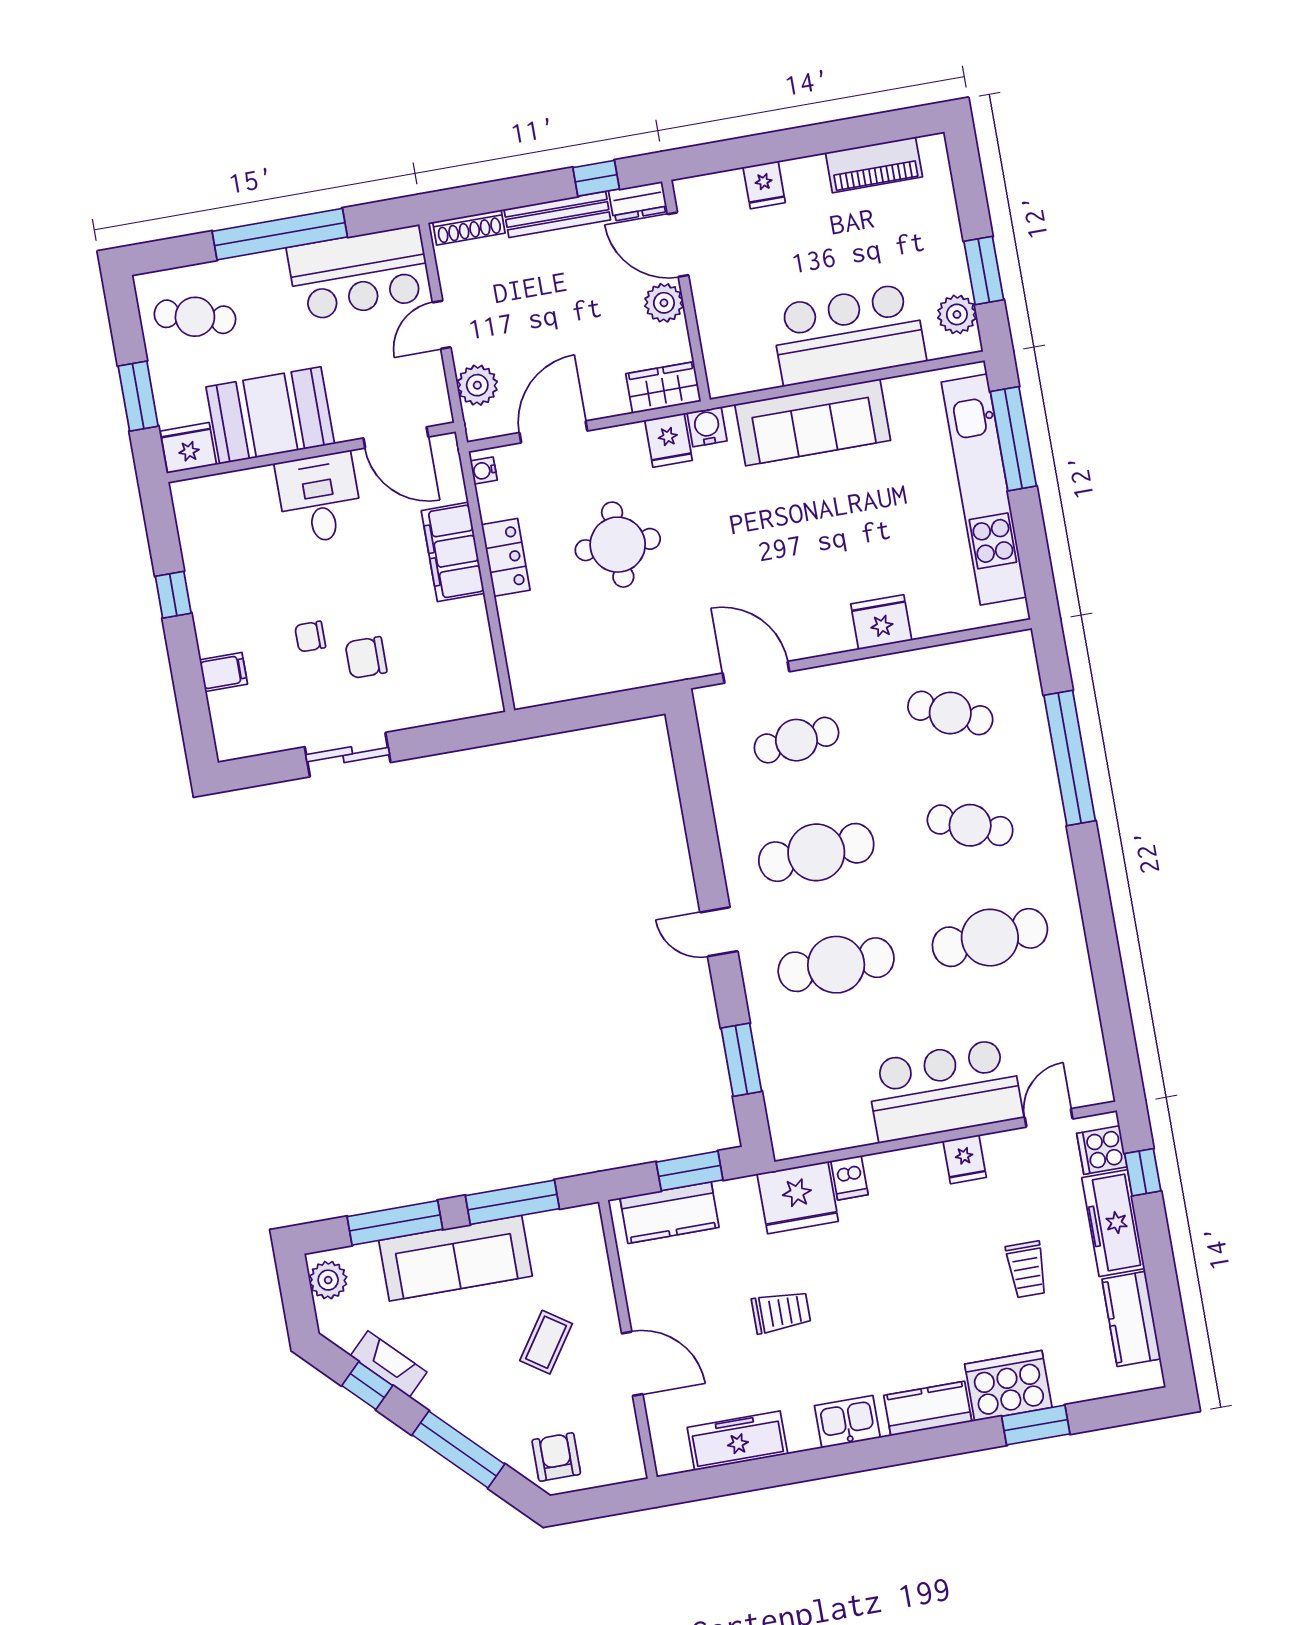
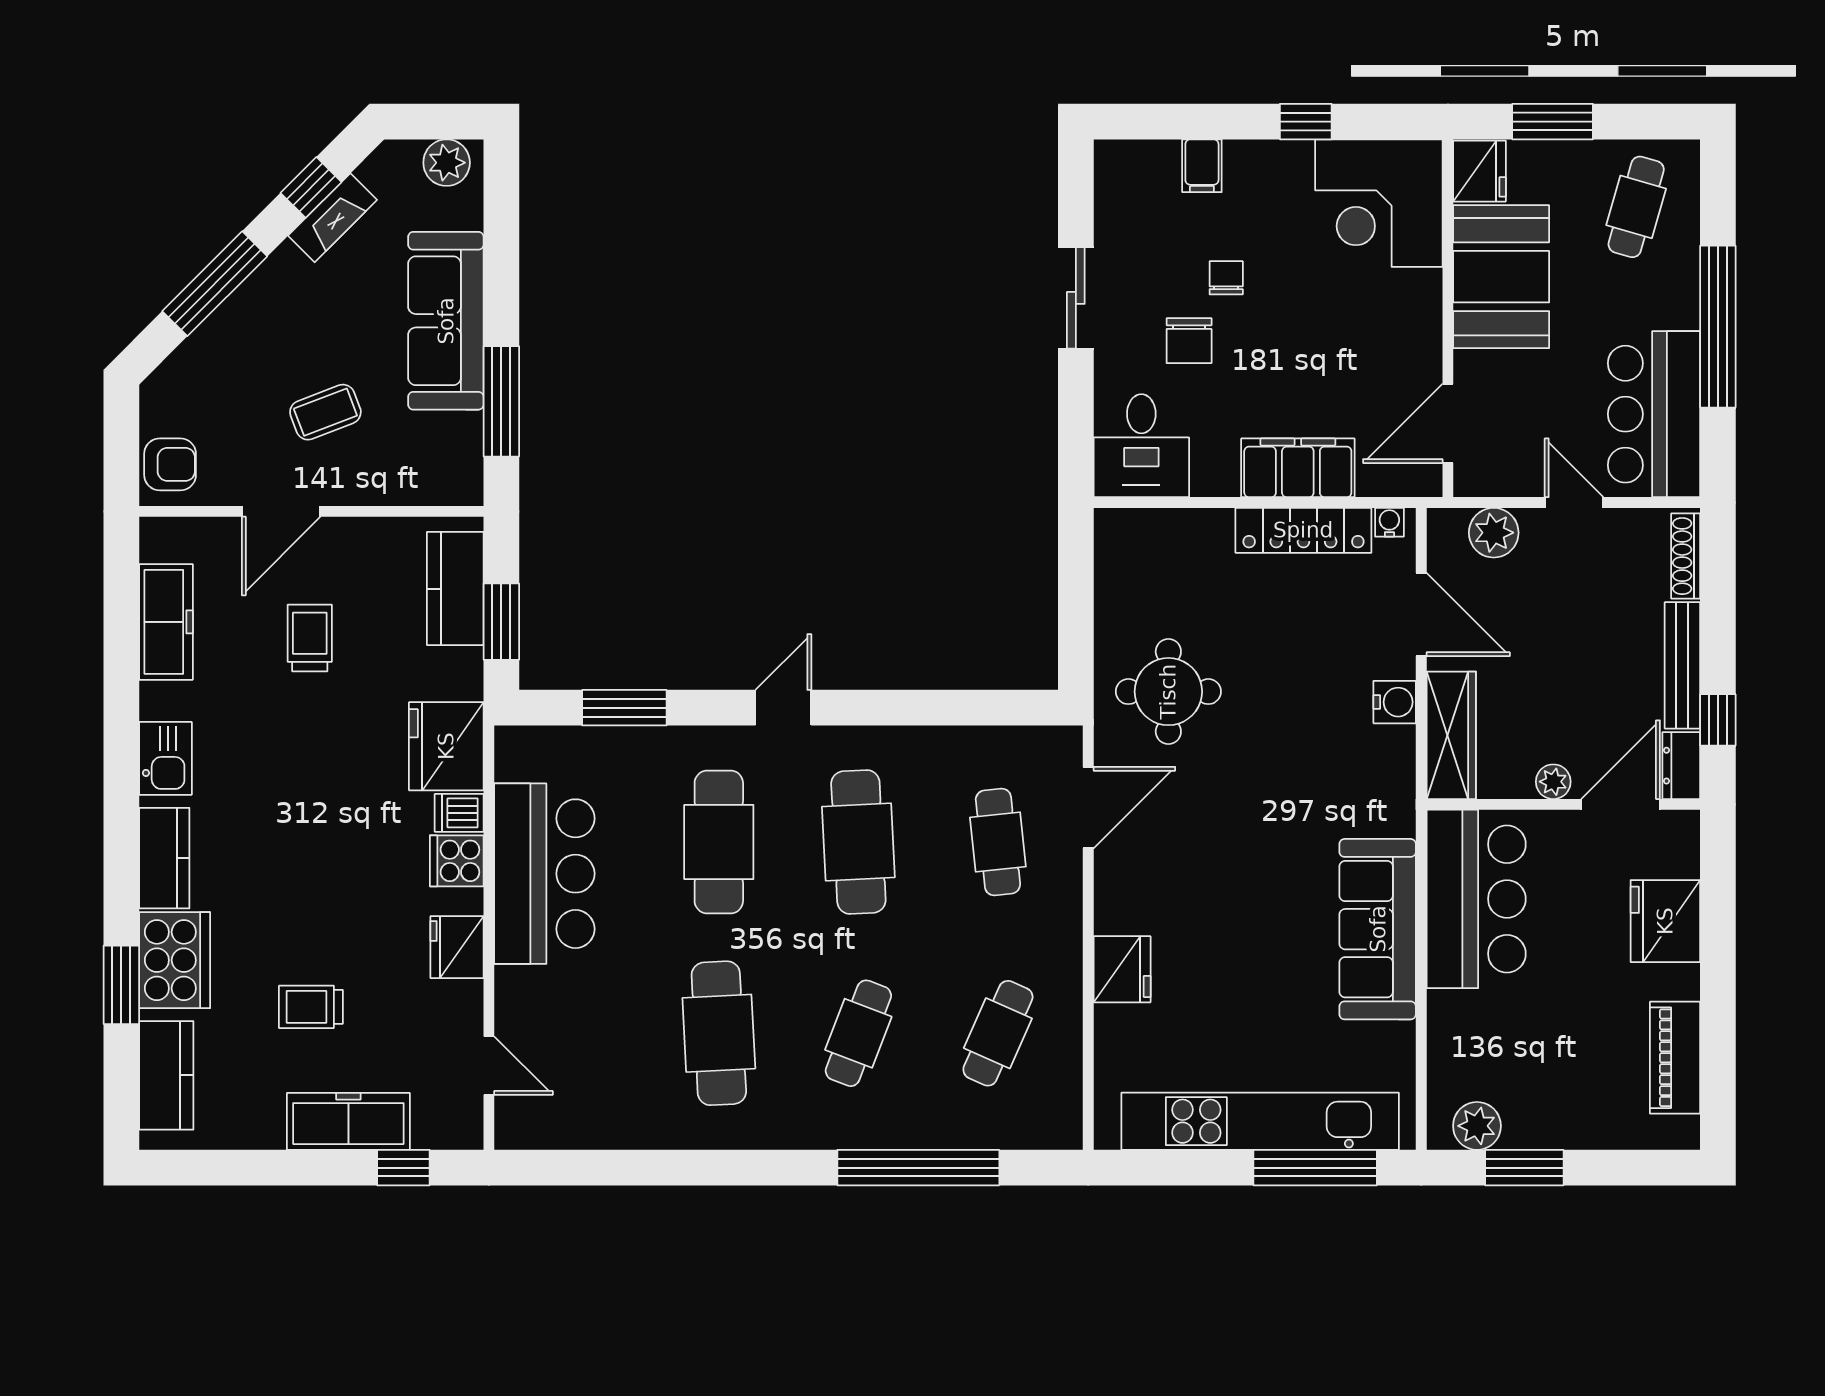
fridge: (764, 185) -> (1665, 921), width x1.88, depth x1.34
plant: (664, 303) -> (1553, 782), width x0.73, depth x0.73
bar counter: (848, 334) -> (1476, 899), moved
wardrobe: (663, 388) -> (1451, 735), width x1.50
water cooler: (707, 427) -> (1395, 702), moved
fridge: (668, 440) -> (1387, 751), removed
desk: (319, 498) -> (1141, 446), moved, turned 90
corner desk: (228, 524) -> (1379, 203), added
round table: (618, 545) -> (1168, 692), moved
locker: (506, 557) -> (1303, 530), width x1.53
chair: (366, 657) -> (1189, 341), turned 180
bar counter: (944, 1090) -> (544, 874), moved
cooker: (1102, 1150) -> (457, 861), moved, turned -90
fridge: (965, 1159) -> (457, 947), width x1.38
window: (395, 1223) -> (501, 255), removed
trolley: (781, 1312) -> (310, 638), moved, turned 180
kitchen counter: (1131, 1319) -> (166, 1075), moved, turned 90
coffee table: (546, 1342) -> (325, 412), turned -55
armchair: (556, 1457) -> (170, 464), moved

